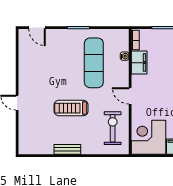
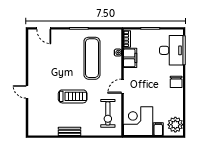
door: (130, 96) -> (123, 86), hinge flipped
treadmill: (71, 108) -> (73, 96), turned 180
exercise bike: (113, 128) -> (108, 113), turned 180

